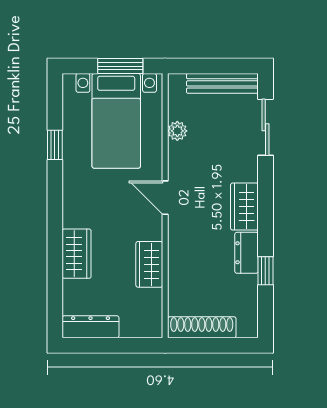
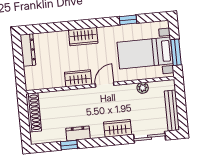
wardrobe: (244, 207) -> (118, 128), moved
wardrobe: (77, 254) -> (83, 37), moved
wardrobe: (149, 264) -> (78, 78), moved

